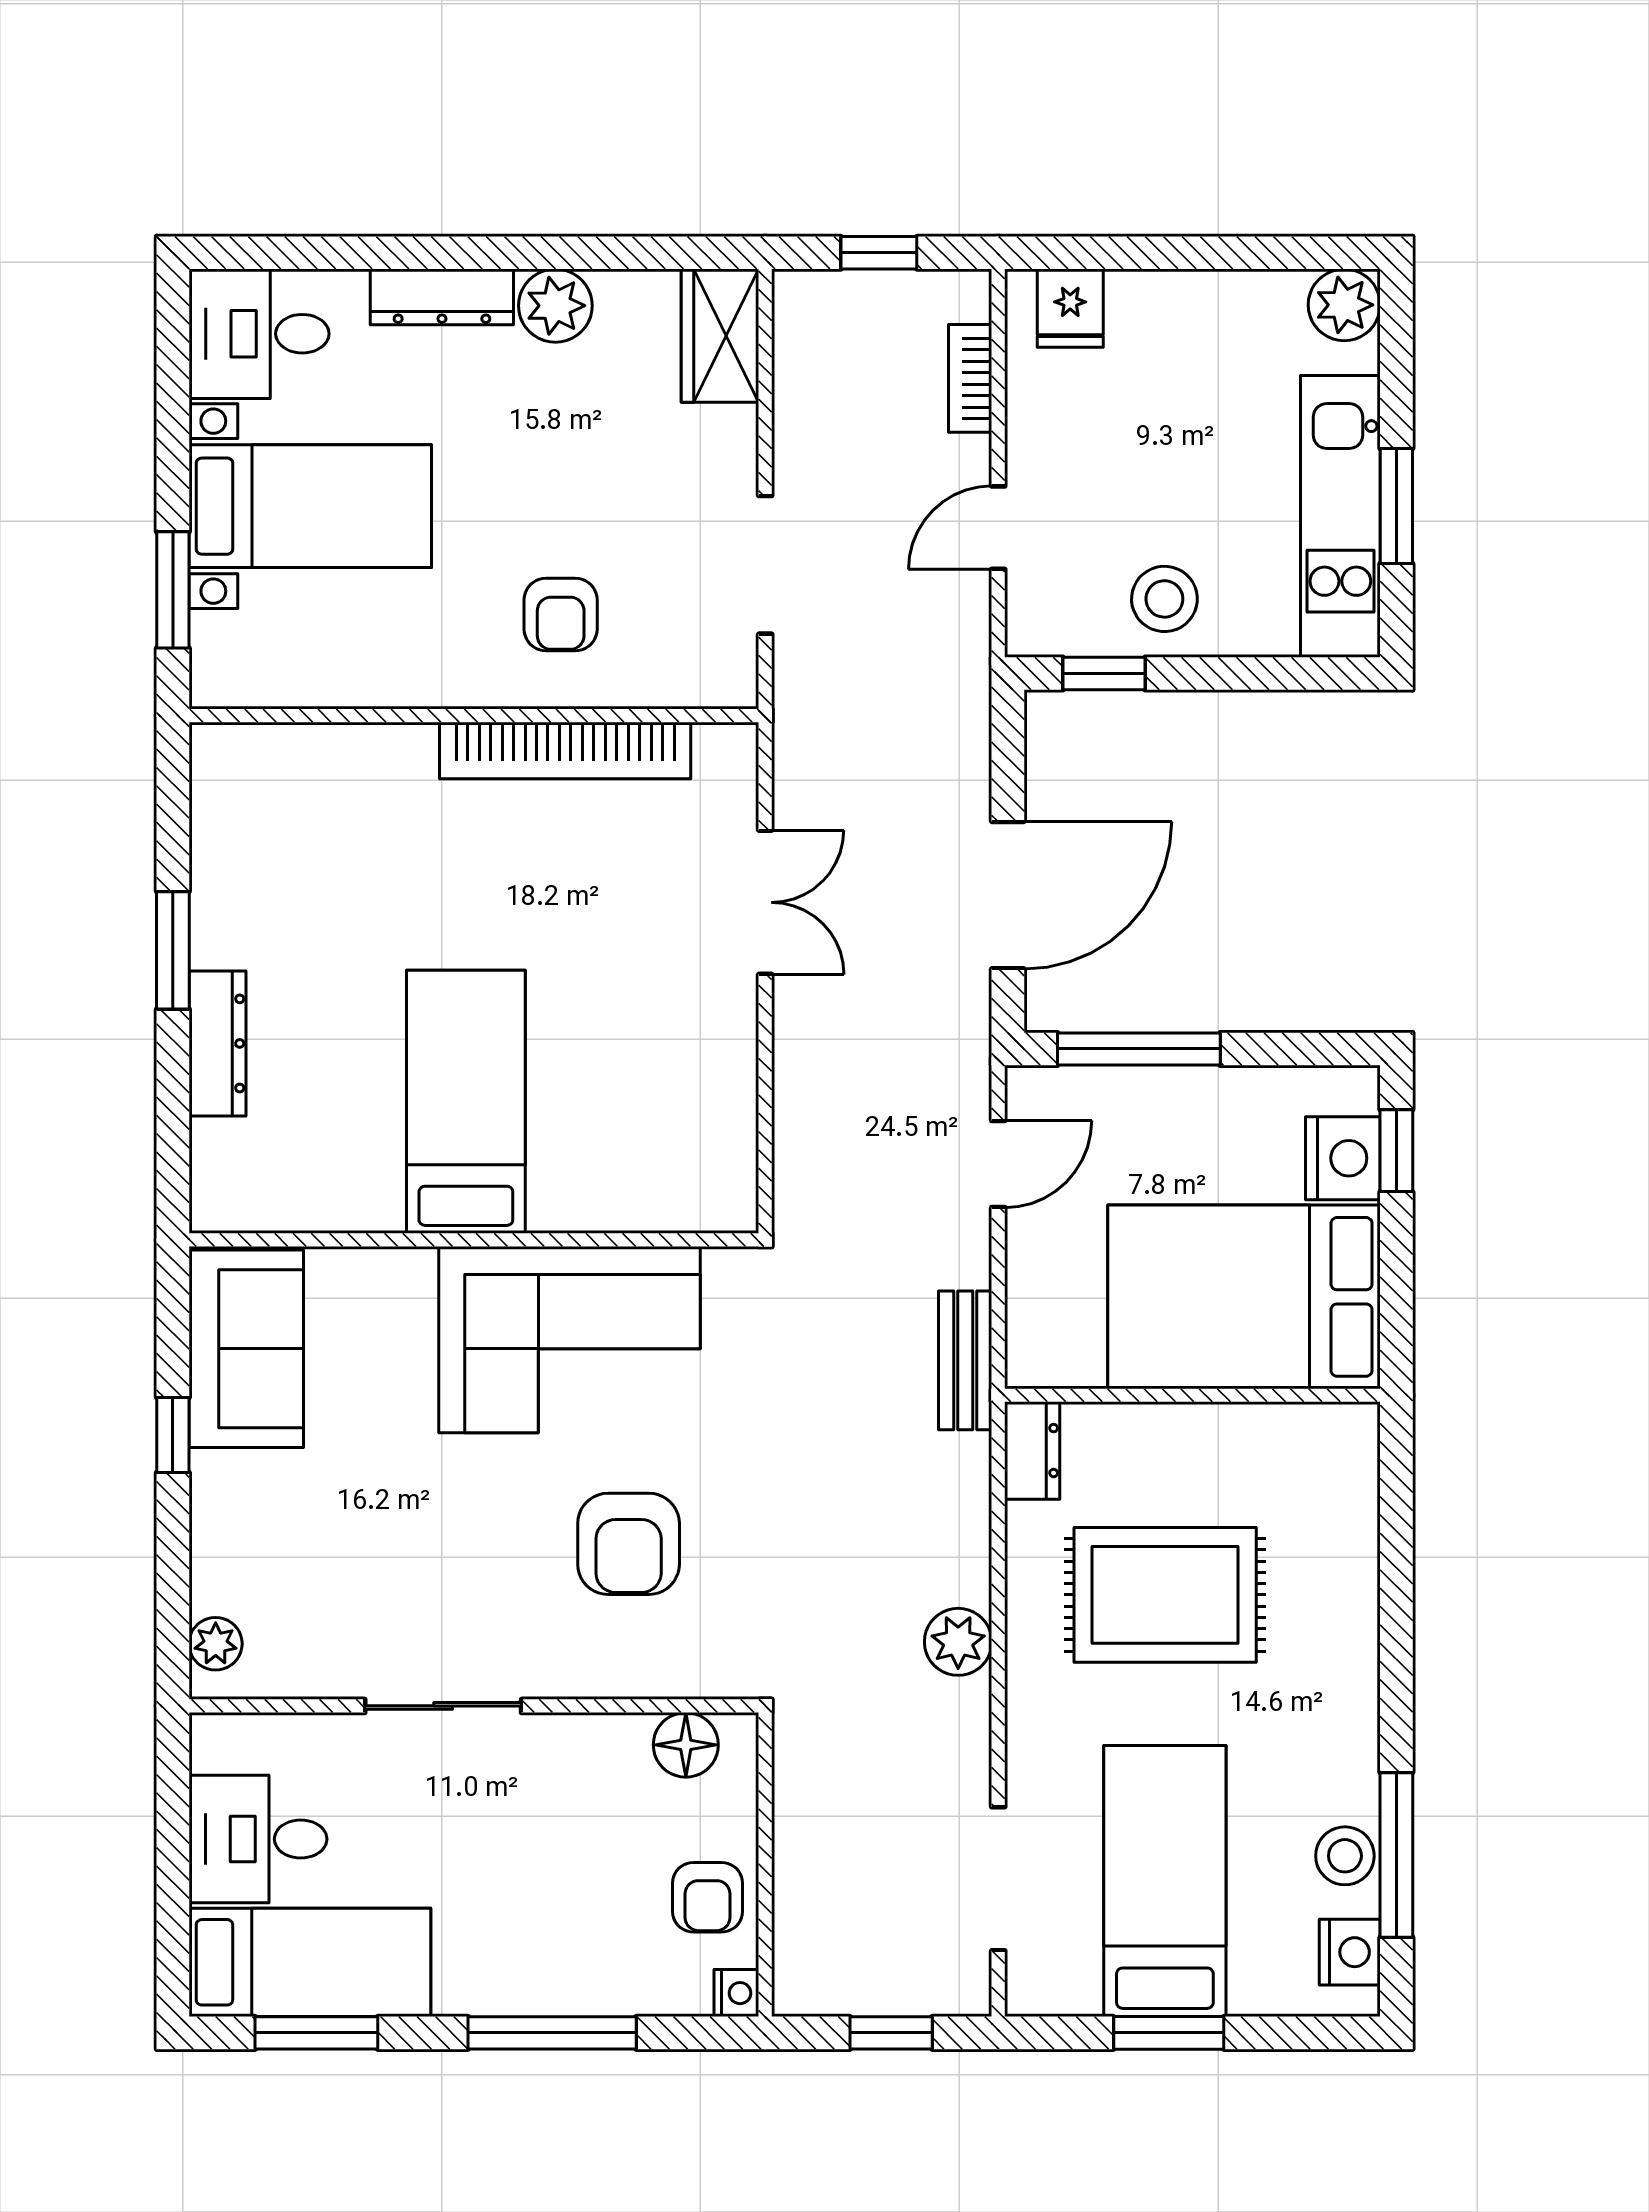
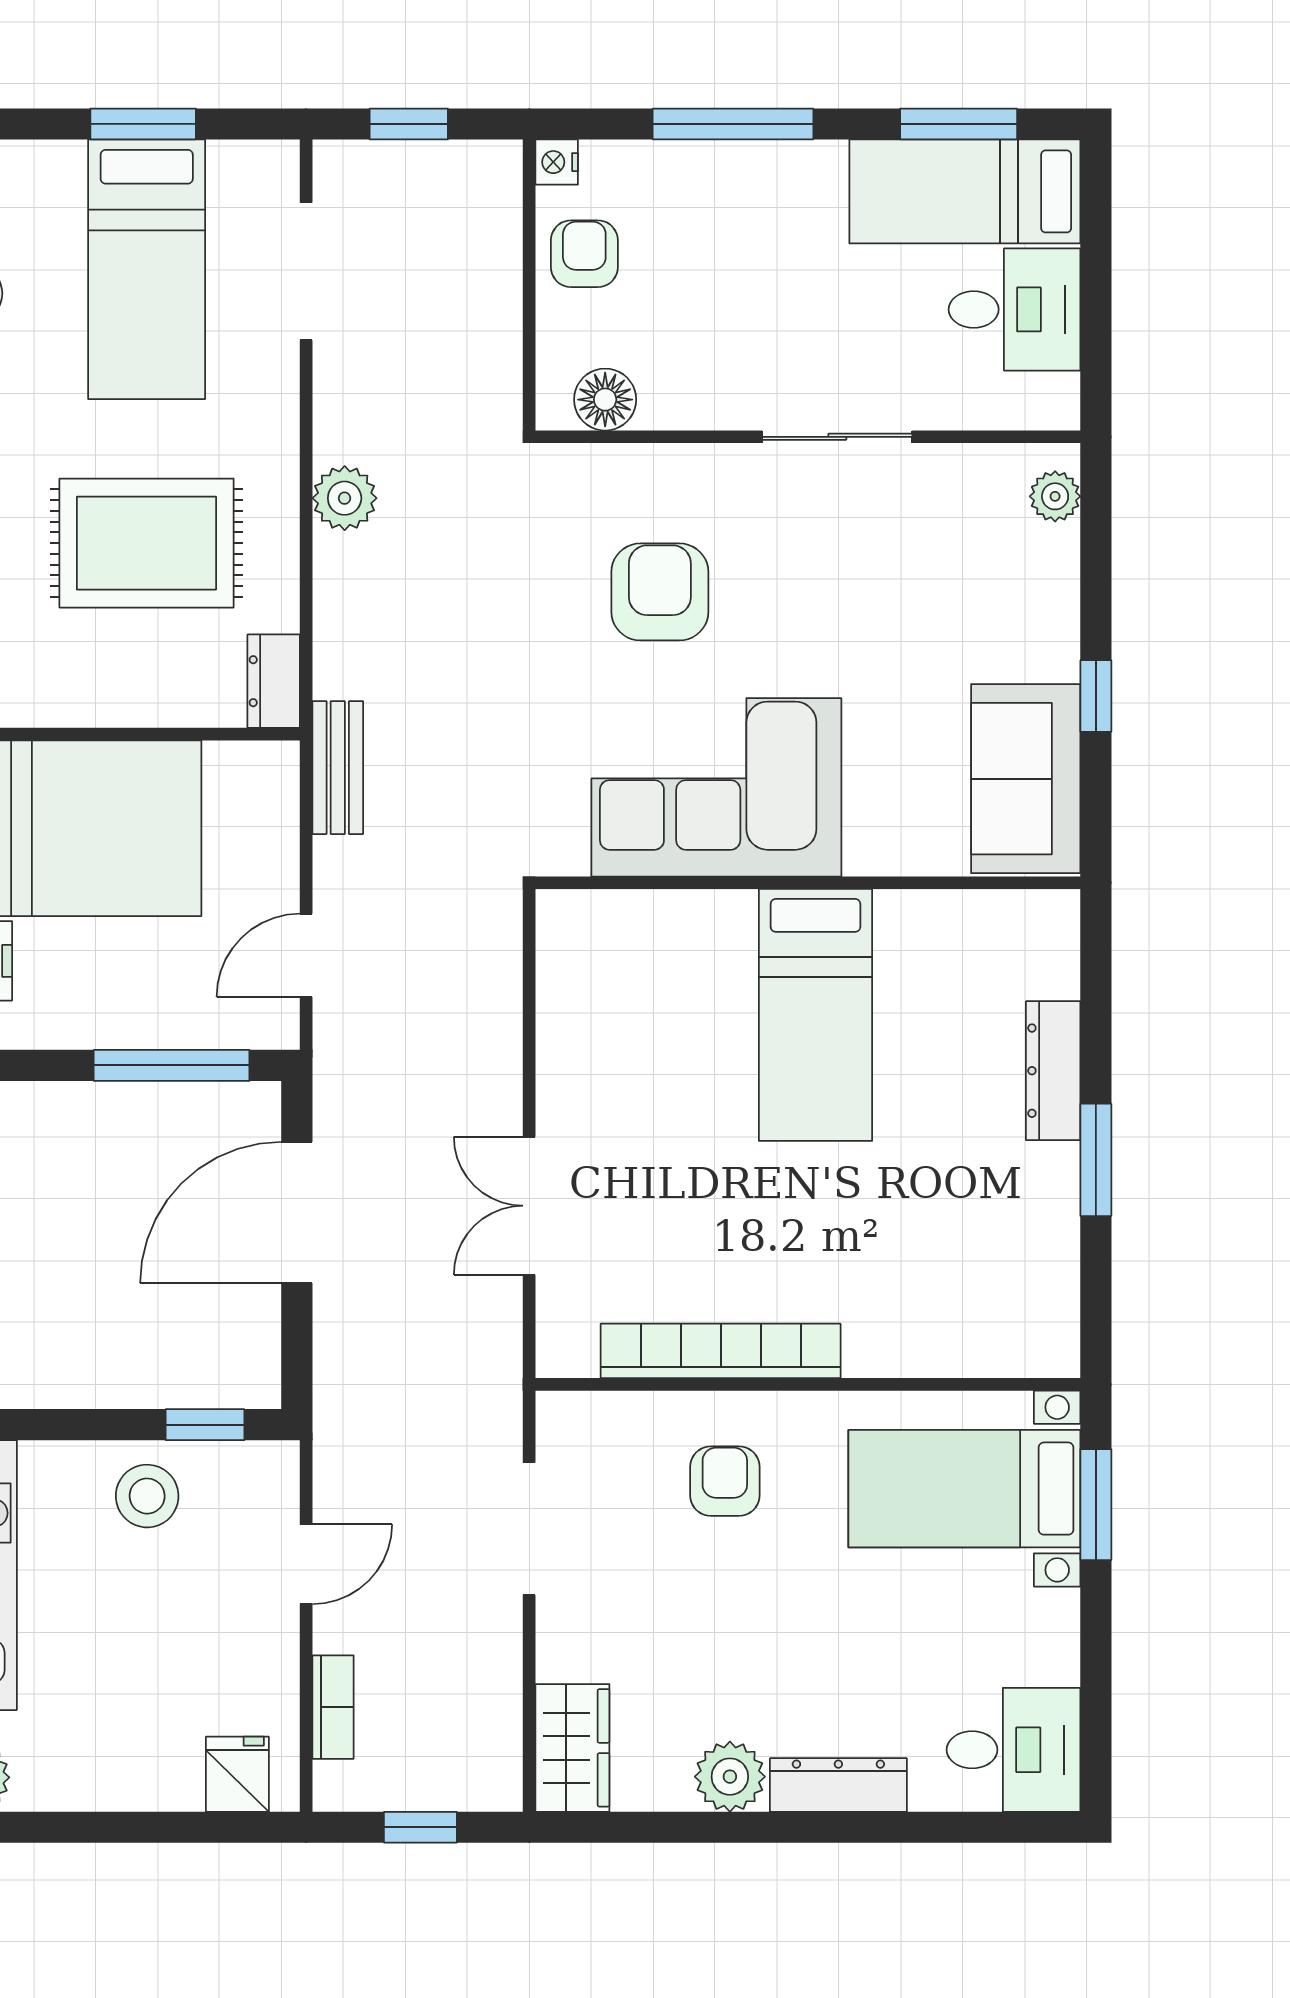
bed with nightstands: (310, 506) -> (964, 1489), moved

